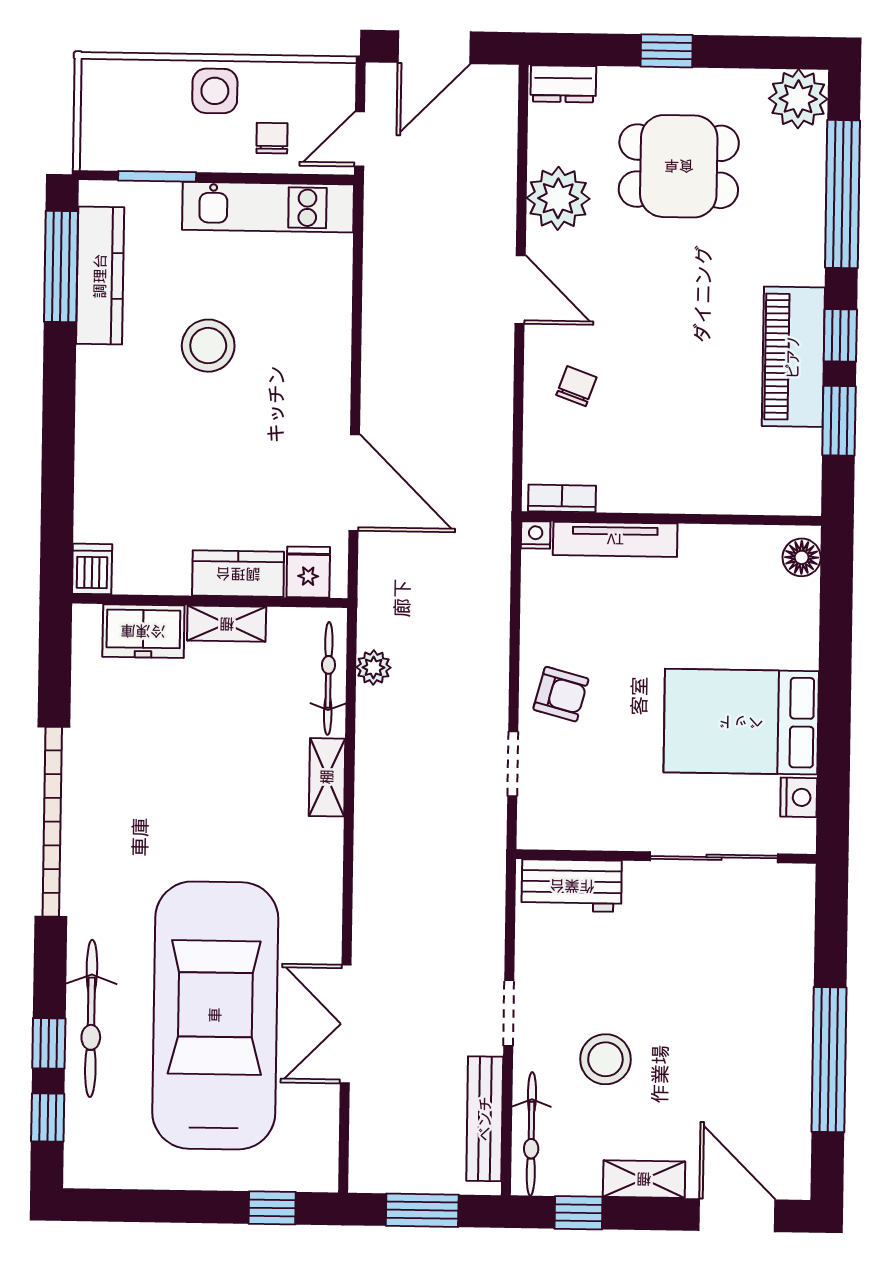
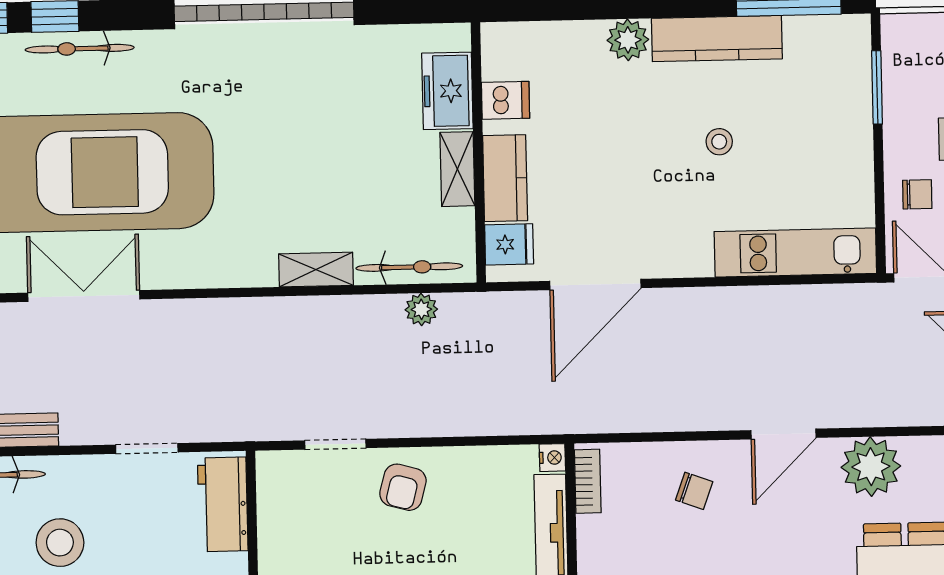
kitchen unit: (268, 207) -> (795, 252), moved, turned 90
kitchen counter: (100, 276) -> (717, 39), moved
stool: (208, 346) -> (719, 142), width x0.53, depth x0.53
plant: (97, 438) -> (628, 40), added
dishwasher: (92, 569) -> (506, 100), moved
doorway: (509, 1013) -> (147, 449), moved
bicycle: (91, 1018) -> (80, 49), width x0.73, depth x0.71

